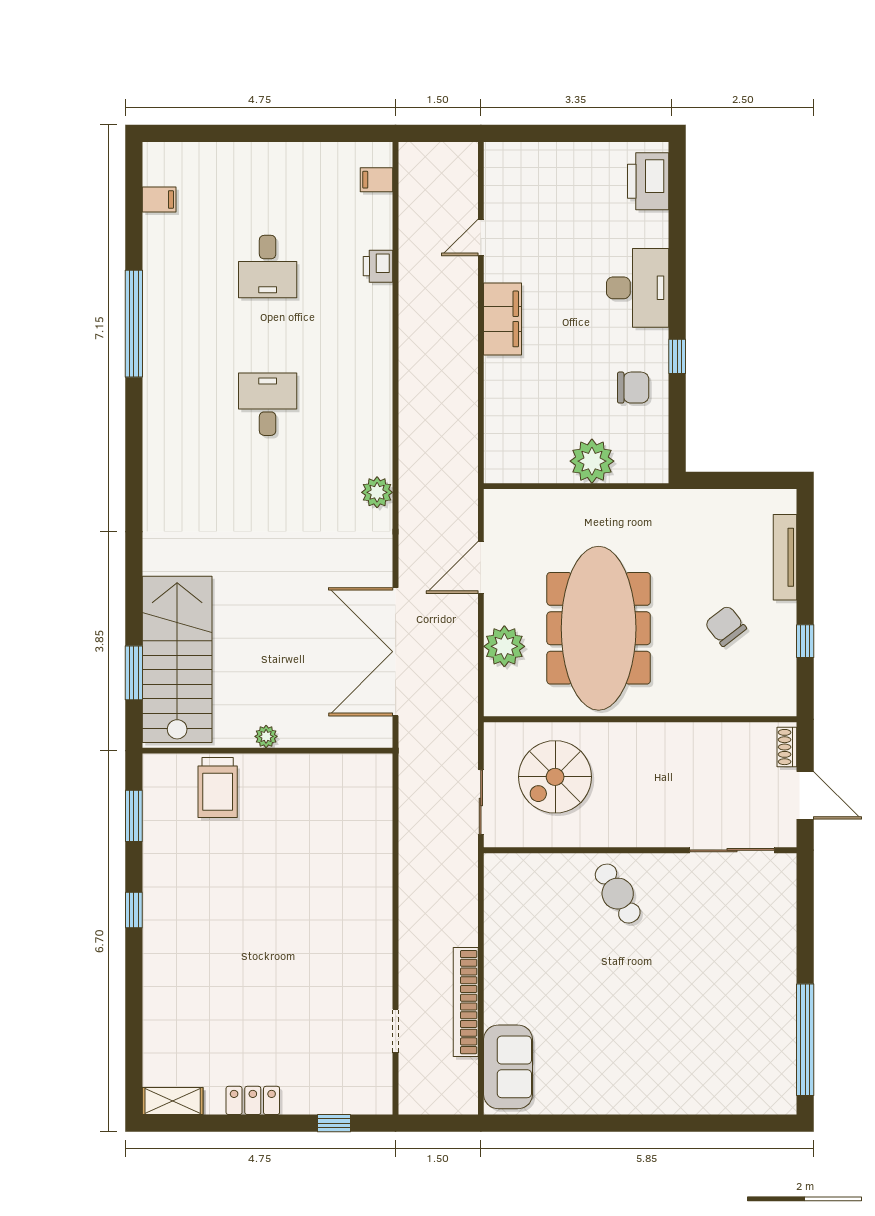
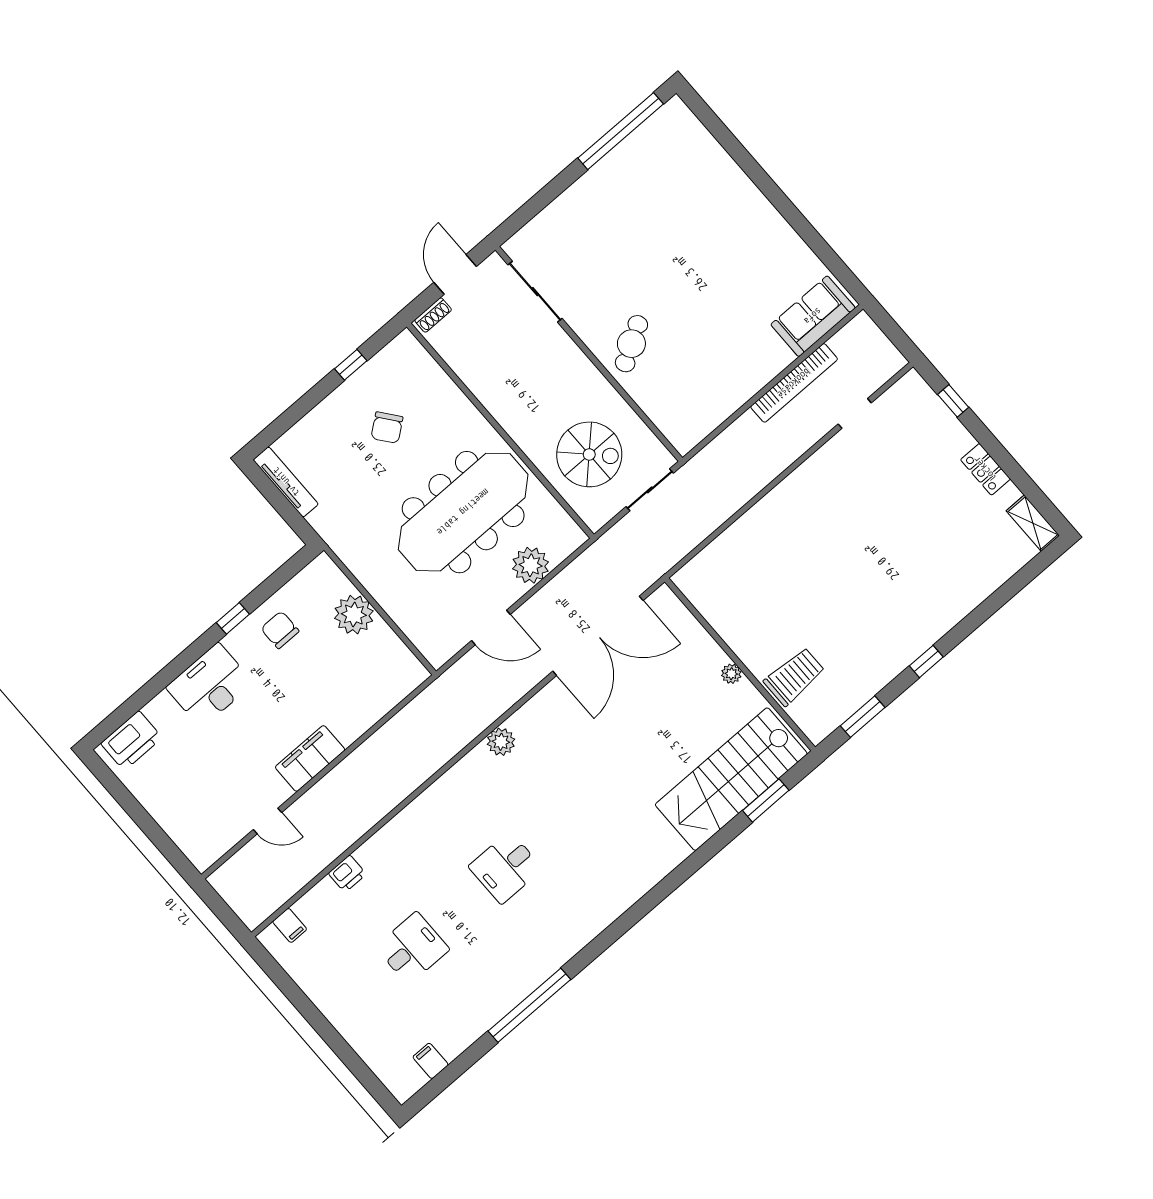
tv unit: (785, 557) -> (286, 482), moved, turned -90

